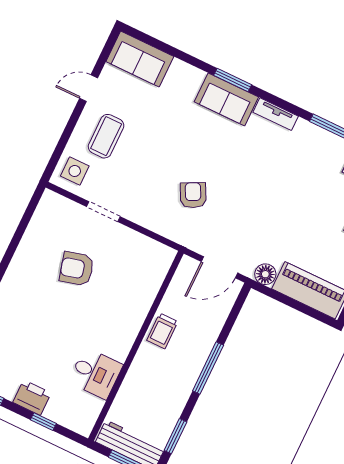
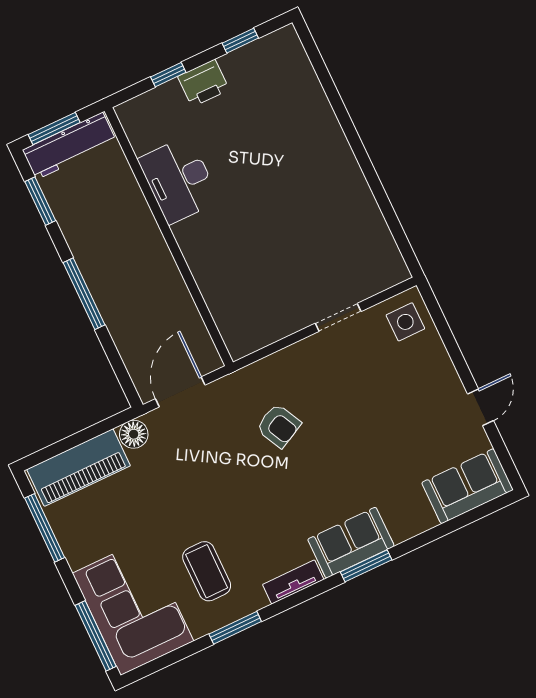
coffee table: (106, 136) -> (207, 571), moved
armchair: (77, 269) -> (301, 240), removed
trolley: (162, 331) -> (162, 277), removed
desk: (96, 373) -> (179, 180), width x1.37

